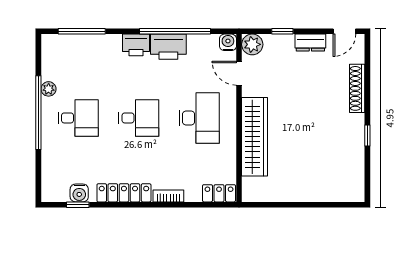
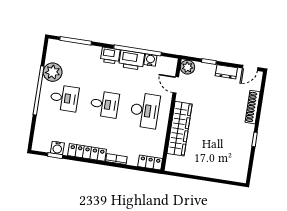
water cooler: (228, 42) -> (150, 60), moved
plant: (49, 89) -> (53, 72), width x1.87, depth x1.87

